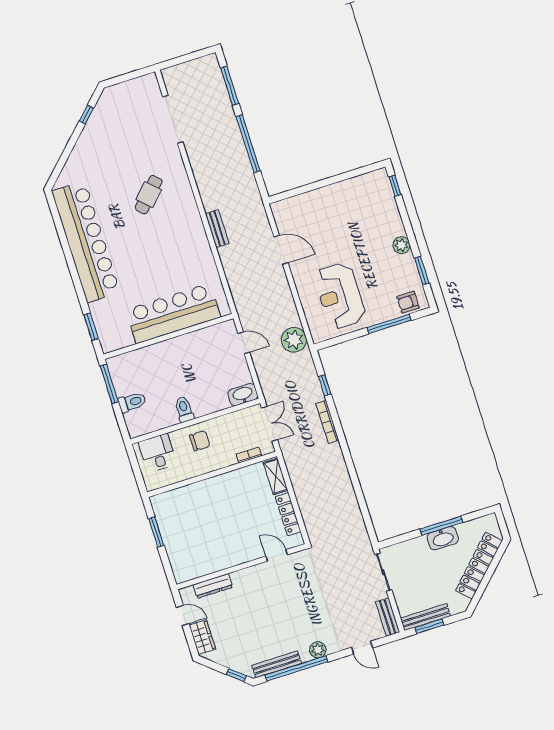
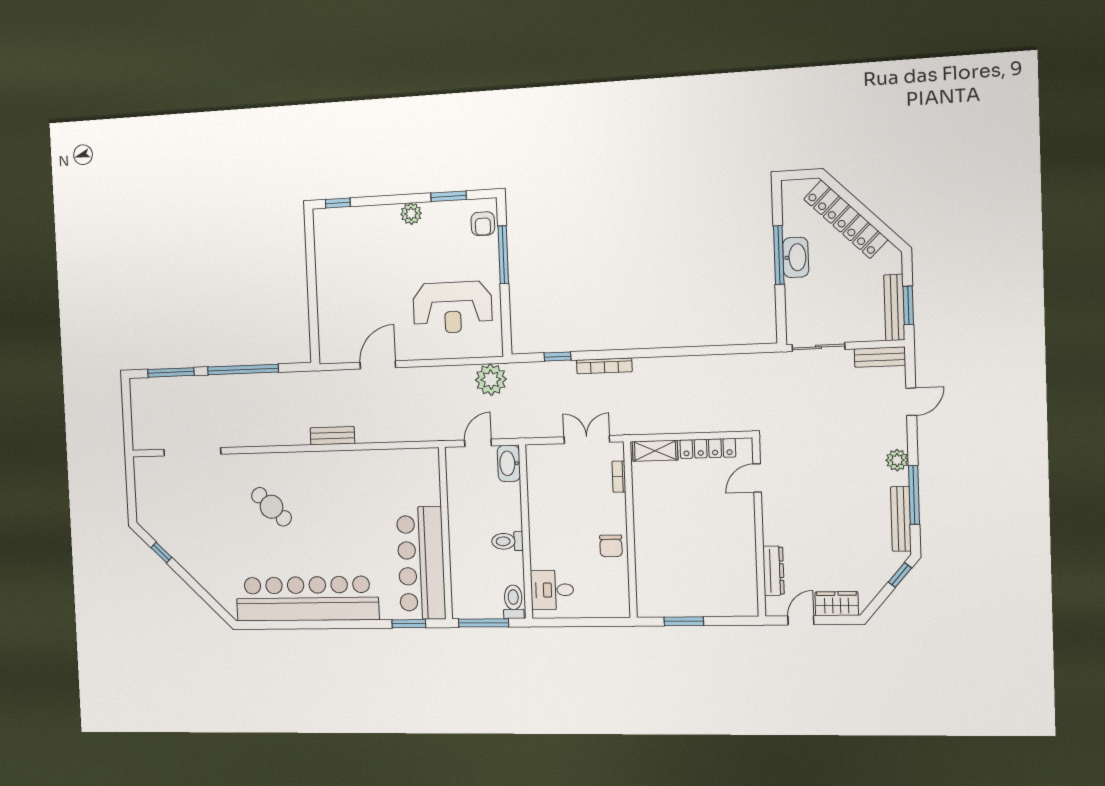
bar counter: (173, 313) -> (421, 563), moved
washbasin: (243, 395) -> (509, 463), moved
toilet: (184, 409) -> (507, 541), moved
wall: (195, 421) -> (526, 532), moved
chair: (200, 441) -> (611, 546), moved, turned 180
desk: (158, 453) -> (552, 590), moved
window: (296, 668) -> (914, 495), width x0.68

